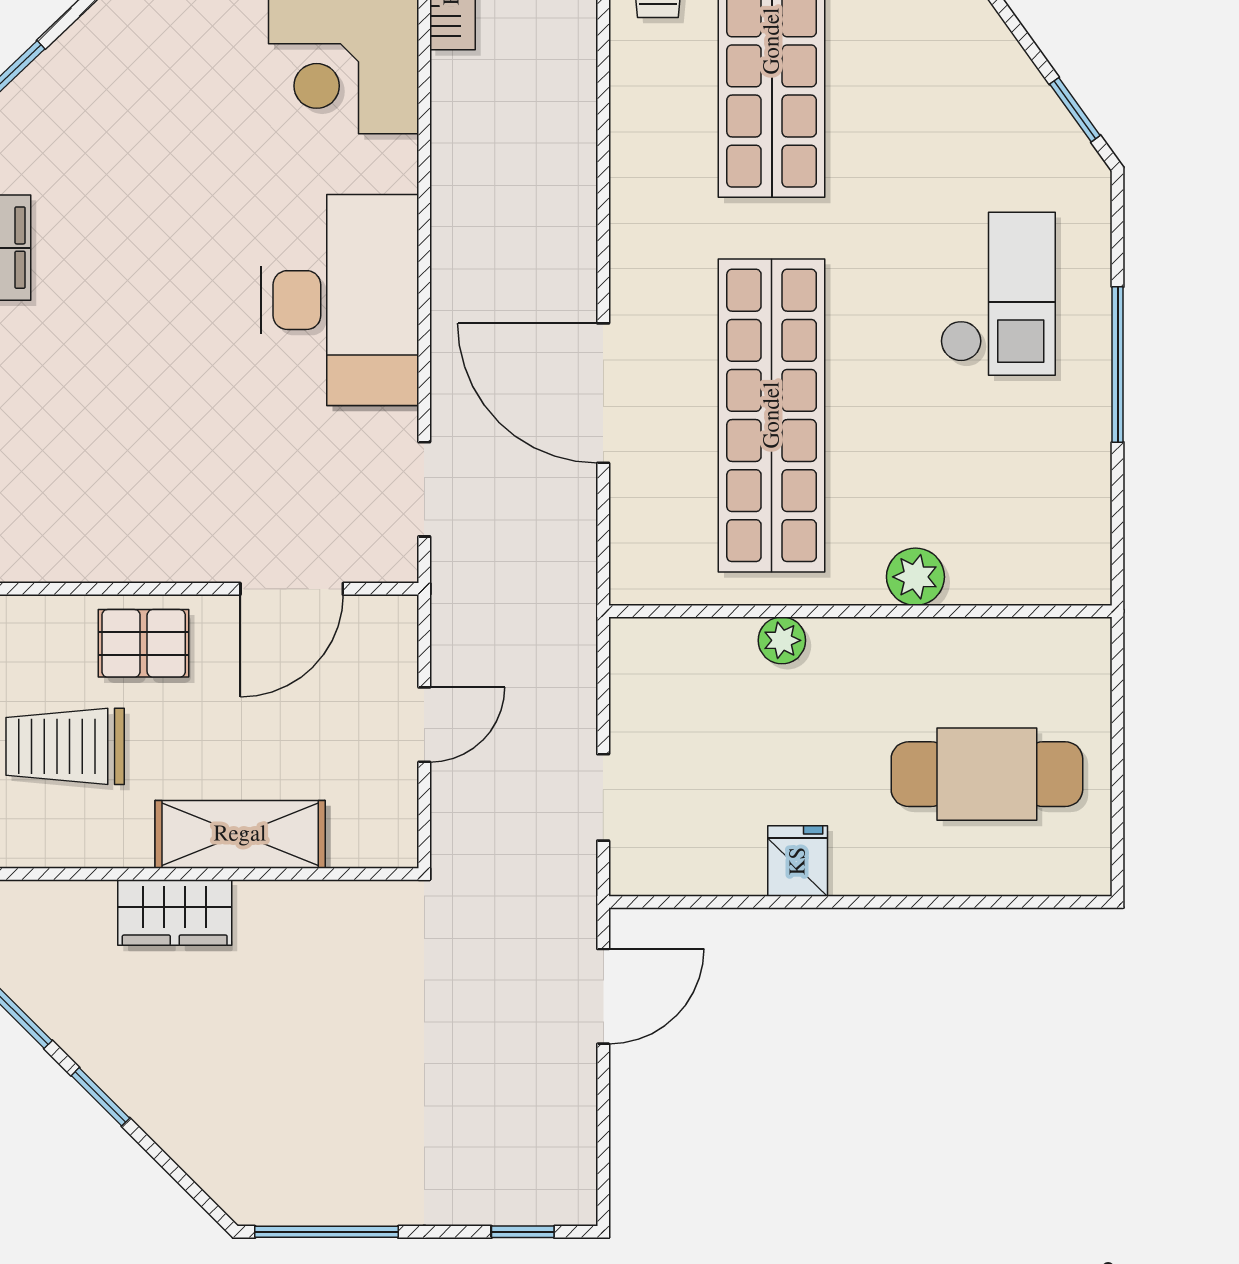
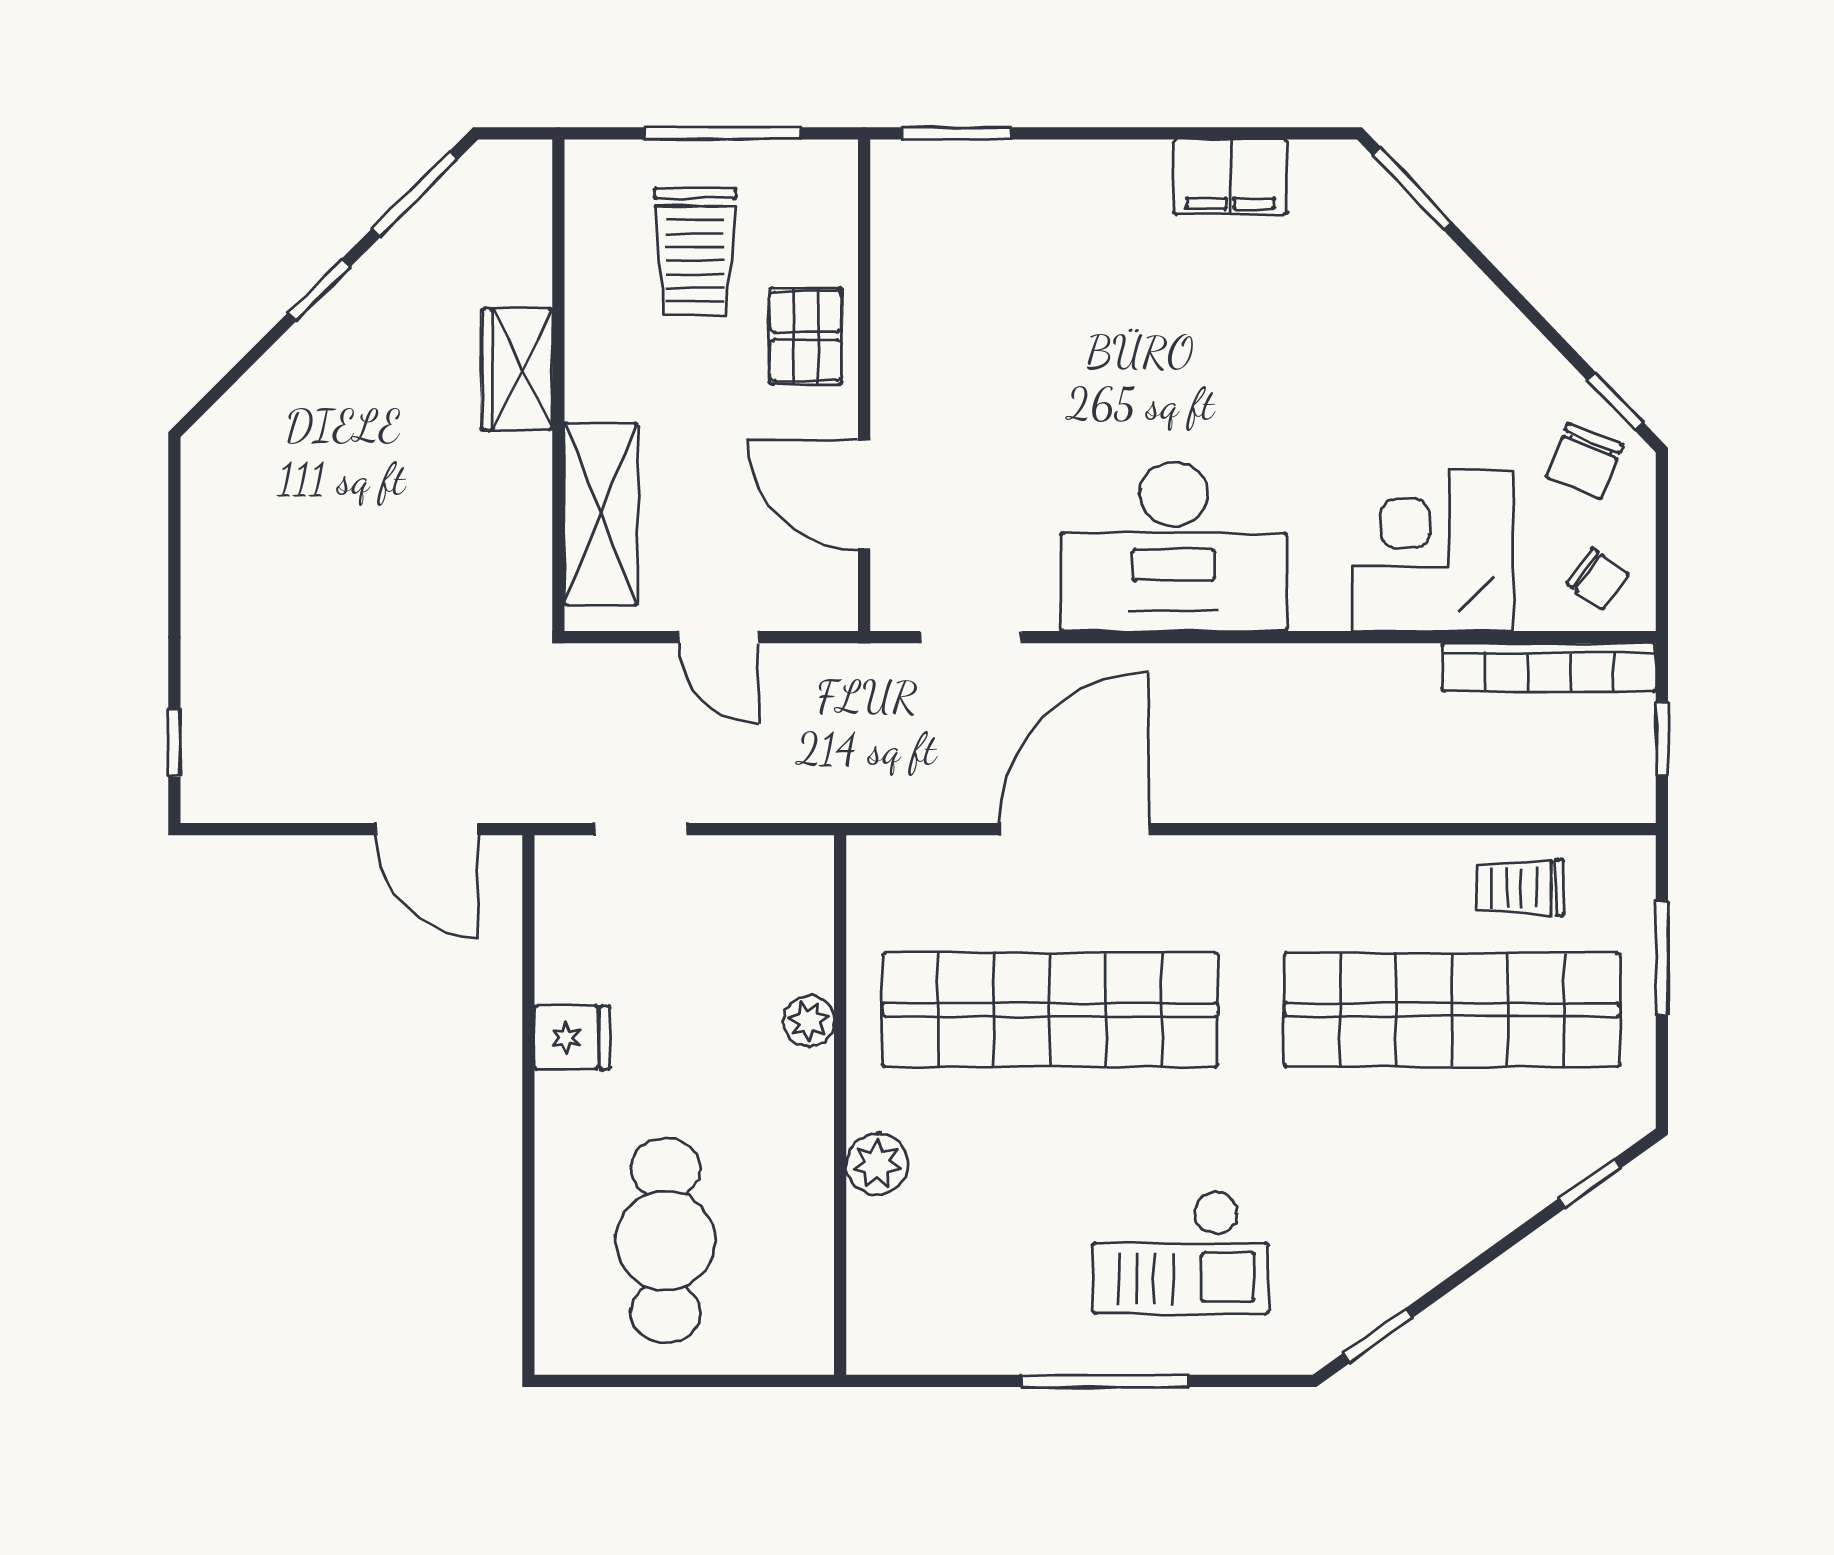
trolley: (65, 746) -> (695, 252), turned 180
shelving: (240, 834) -> (601, 514), moved
window: (327, 1232) -> (174, 532), removed

